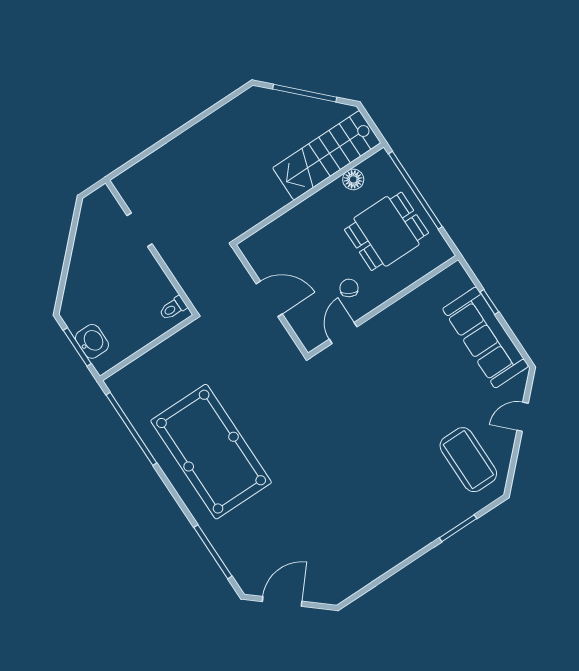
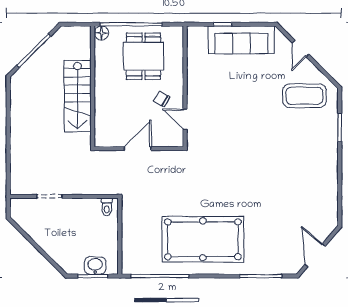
stairs: (327, 155) -> (78, 96), moved
floor lamp: (353, 179) -> (101, 33), moved

